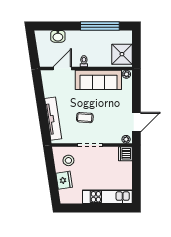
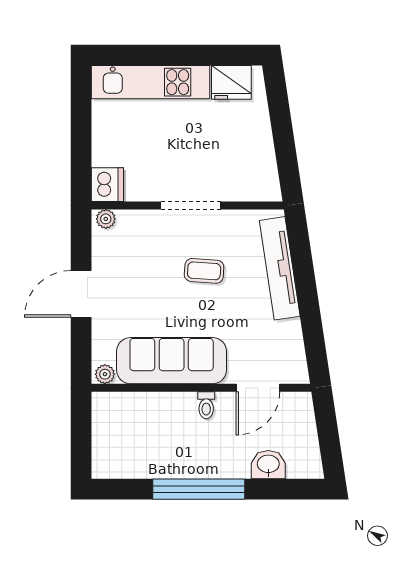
window: (100, 26) -> (199, 489), moved
shower: (122, 54) -> (116, 422), removed
door: (136, 122) -> (81, 294), moved
stool: (68, 160) -> (243, 169), removed
fridge: (64, 180) -> (231, 82), moved, turned -81

